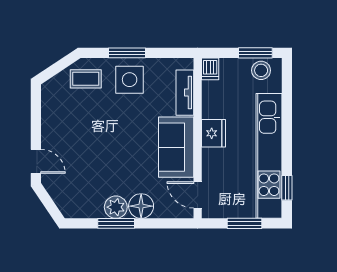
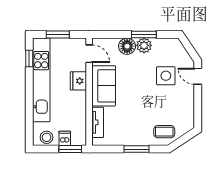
window: (255, 53) -> (70, 149), moved
dishwasher: (210, 69) -> (65, 138), moved
side table: (130, 80) -> (166, 76), moved
fridge: (214, 133) -> (78, 81), moved

